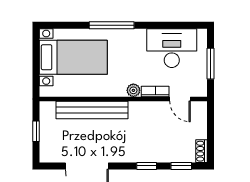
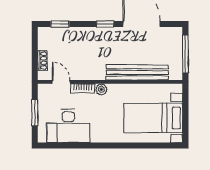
window: (112, 25) -> (120, 146), removed
window: (36, 131) -> (185, 54), width x2.17
shoe rack: (202, 151) -> (43, 61), moved
window: (147, 166) -> (105, 24), moved

